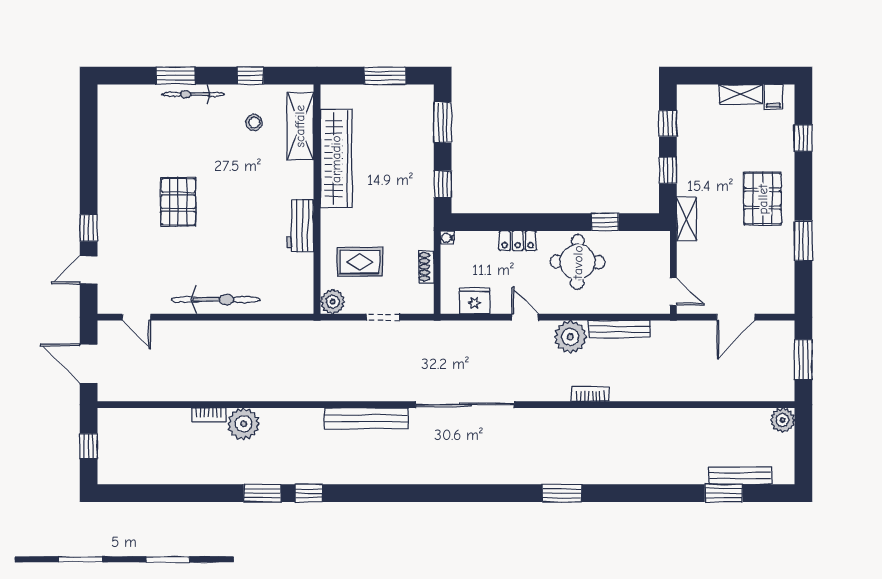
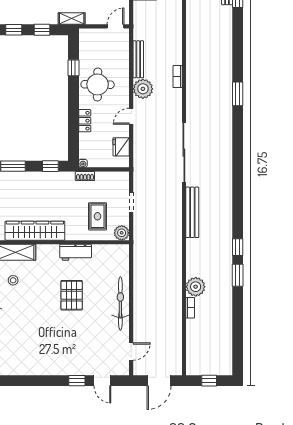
pallet: (178, 202) -> (72, 295), moved, turned 90
shoe rack: (426, 267) -> (85, 176), moved

